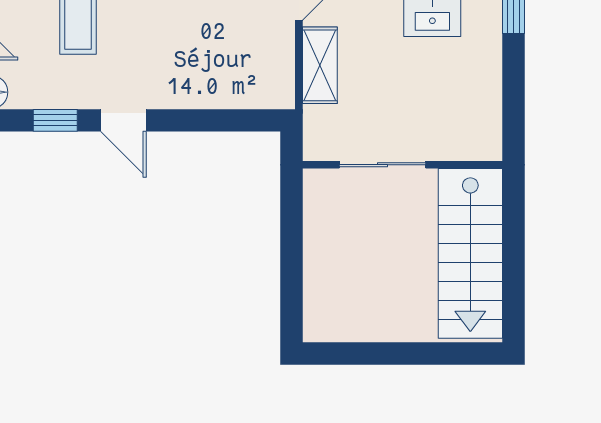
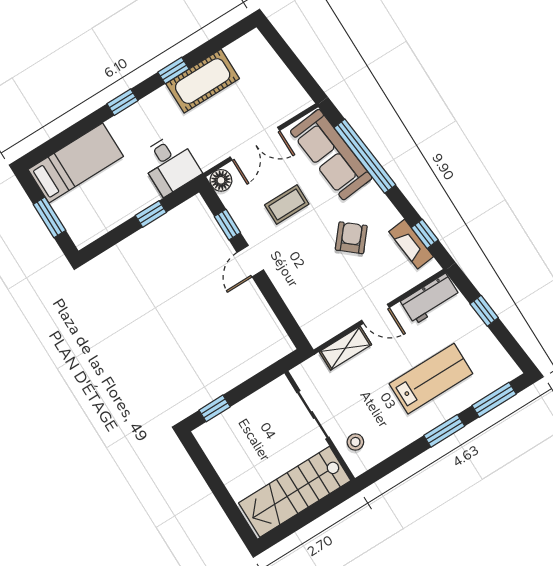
stool: (454, 130) -> (355, 442), added
window: (292, 291) -> (215, 408), added

